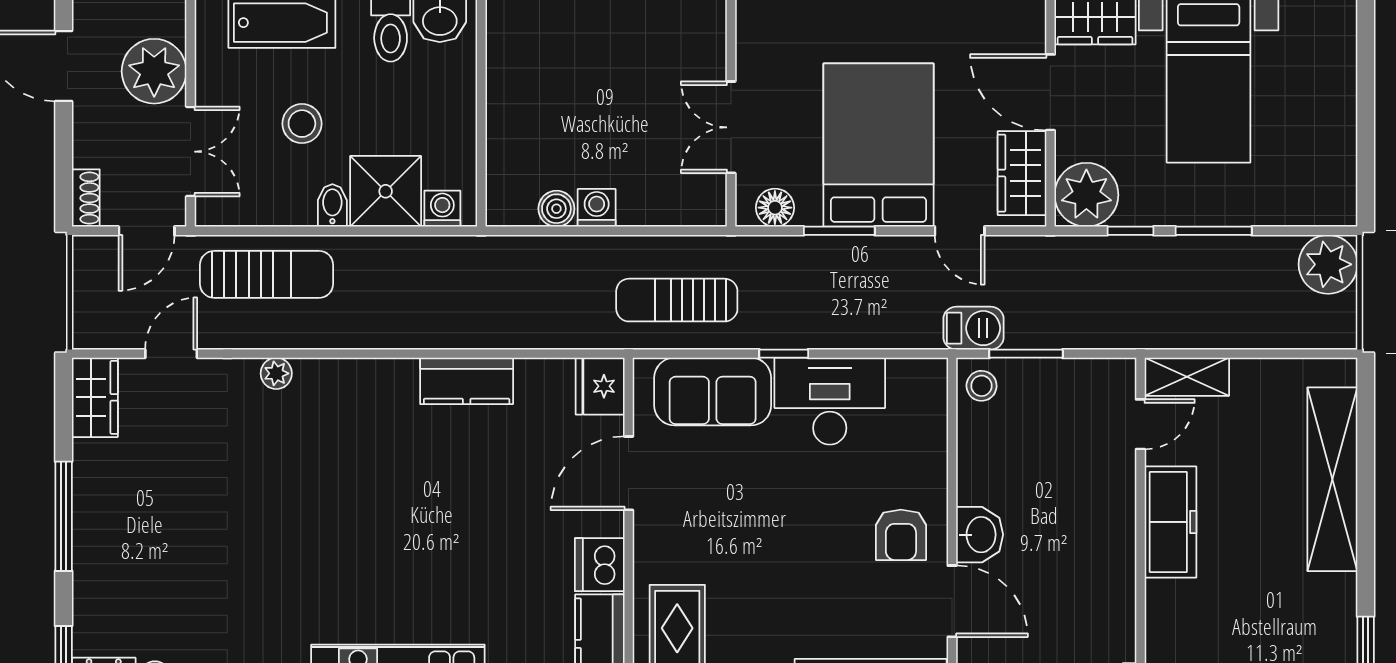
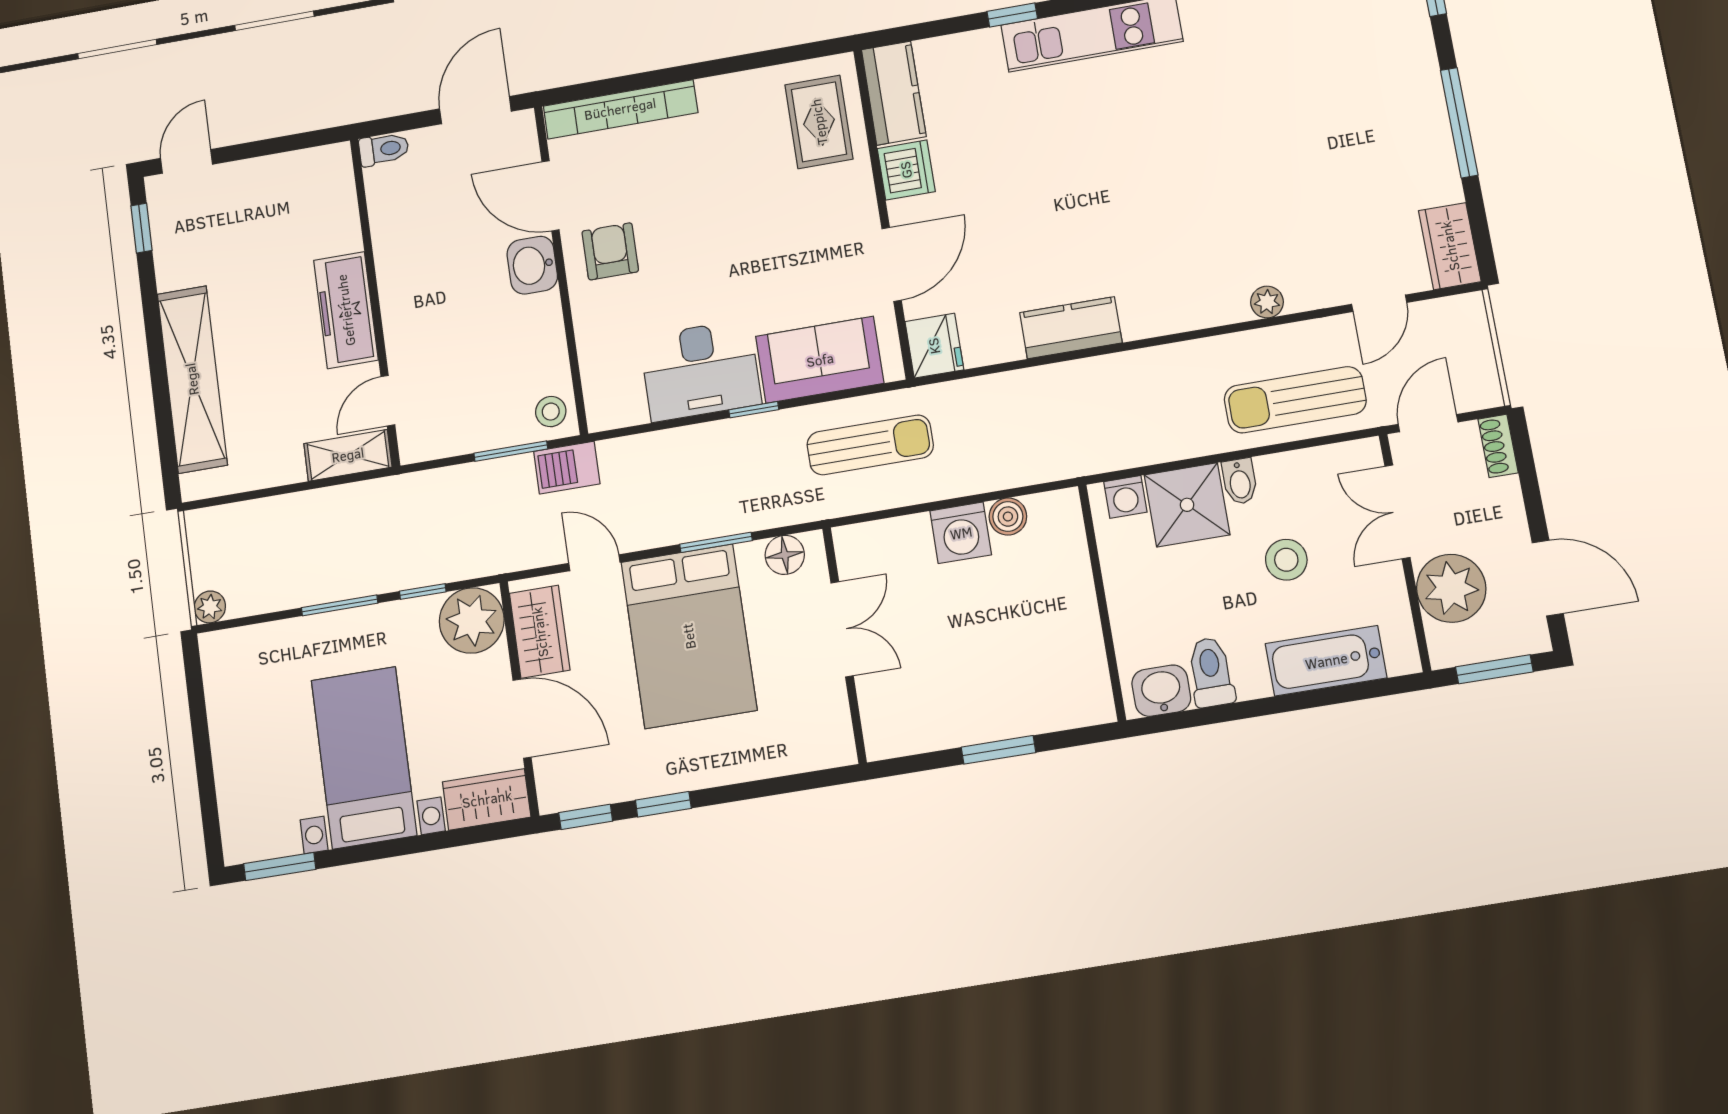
washing machine: (597, 208) -> (961, 533), width x1.38, depth x1.38
plant: (1328, 264) -> (210, 607), width x0.53, depth x0.53

